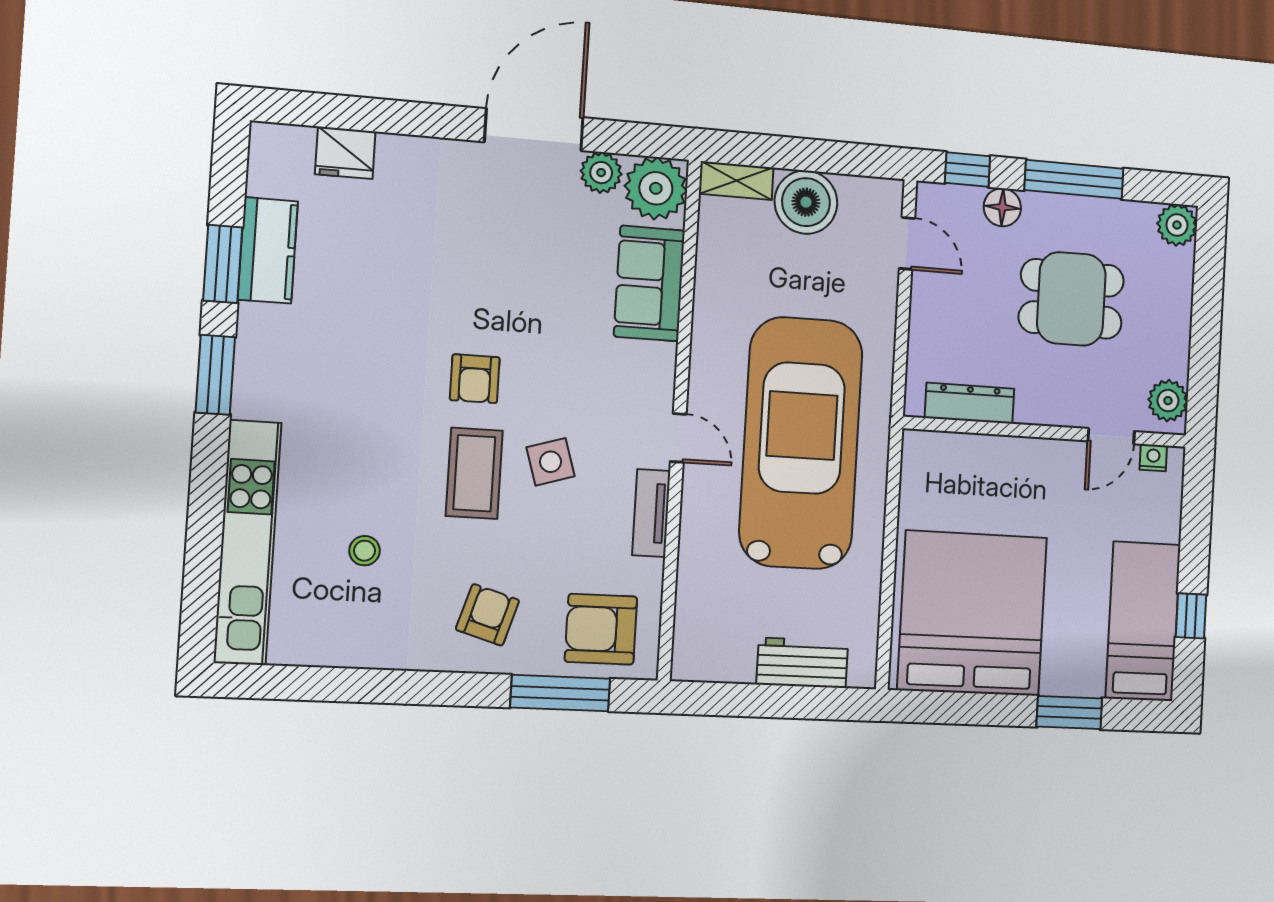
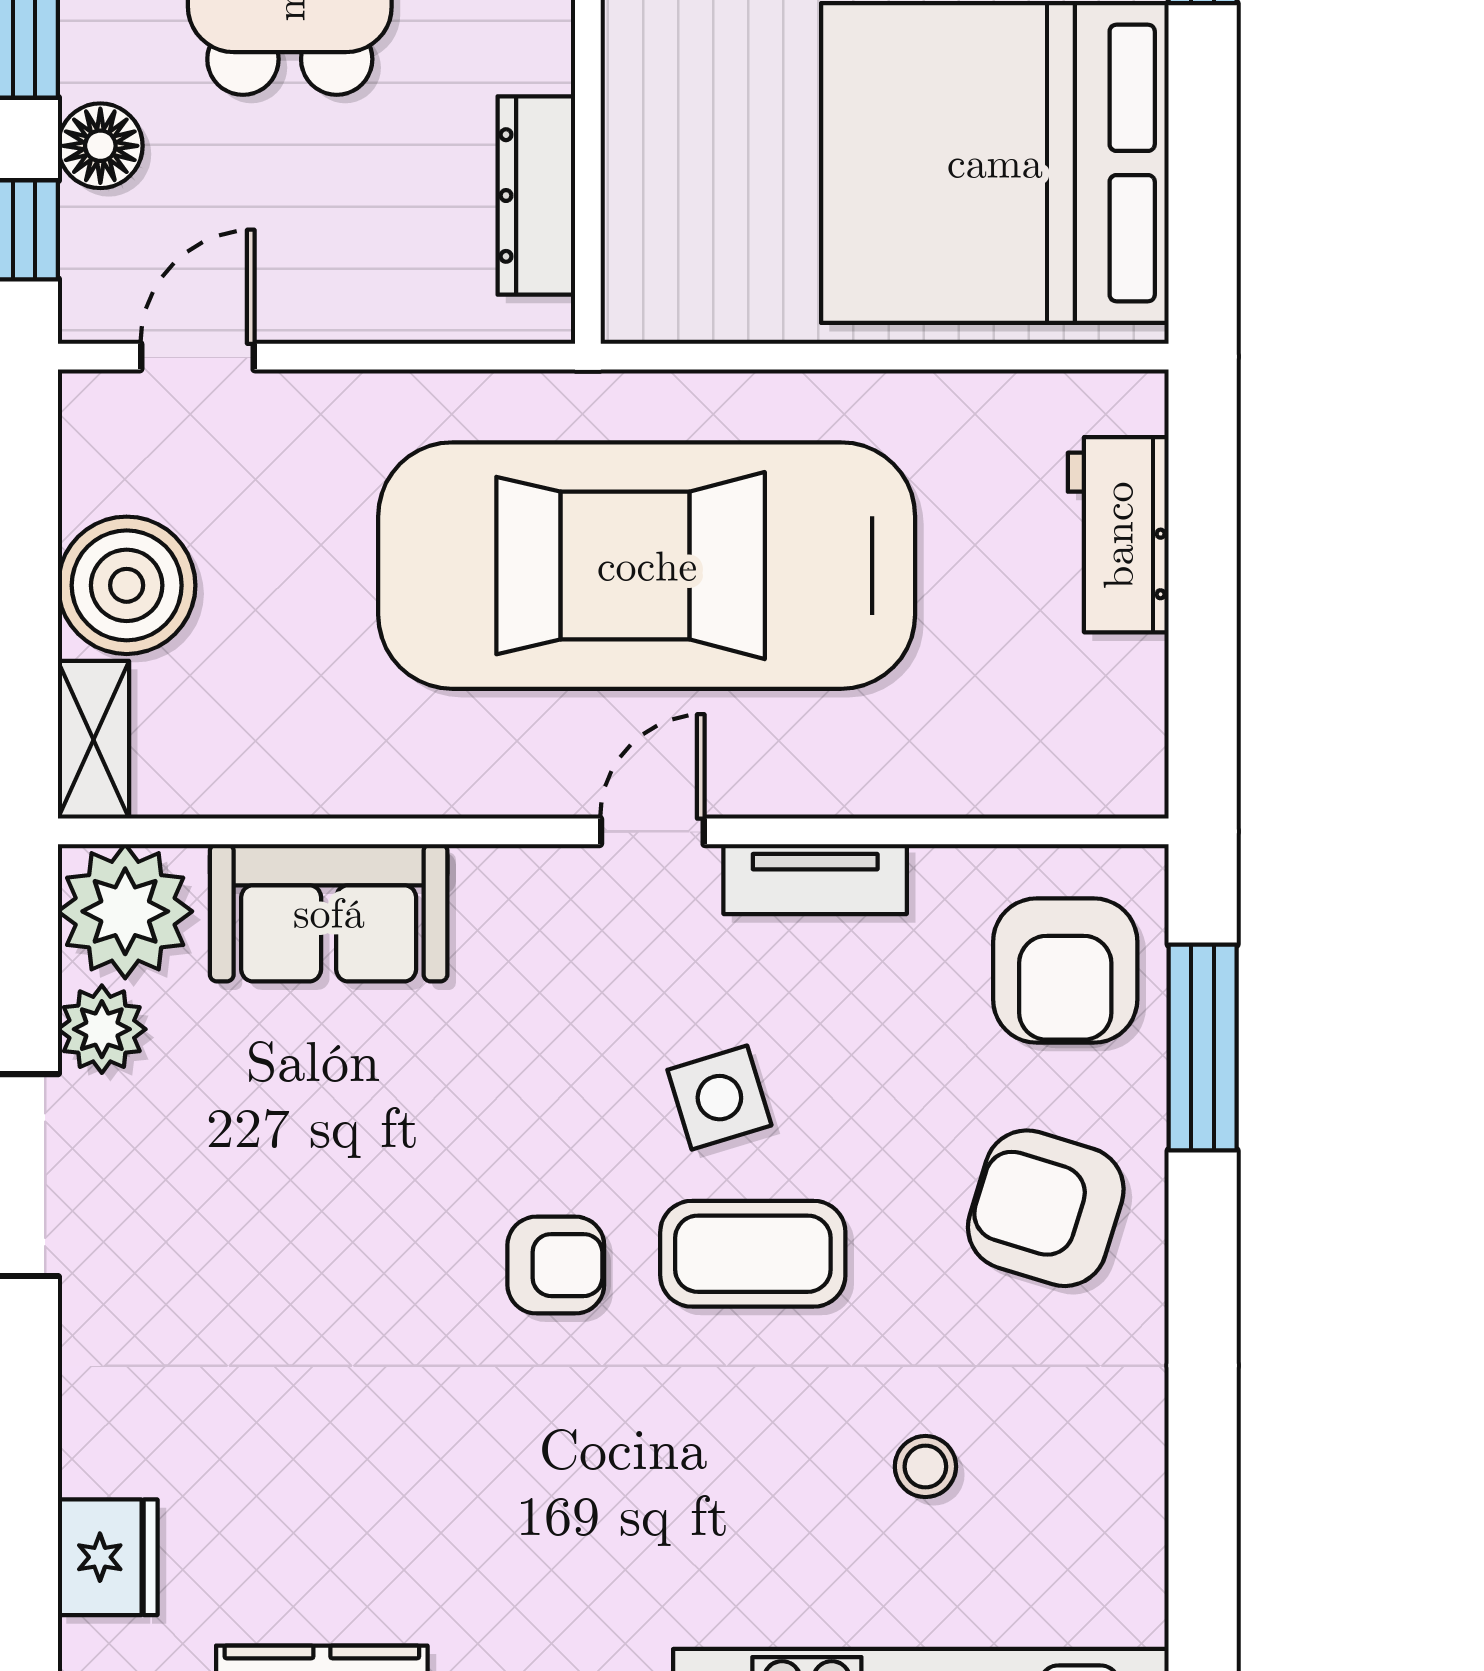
armchair: (488, 615) -> (1046, 1208), width x1.38, depth x1.38

